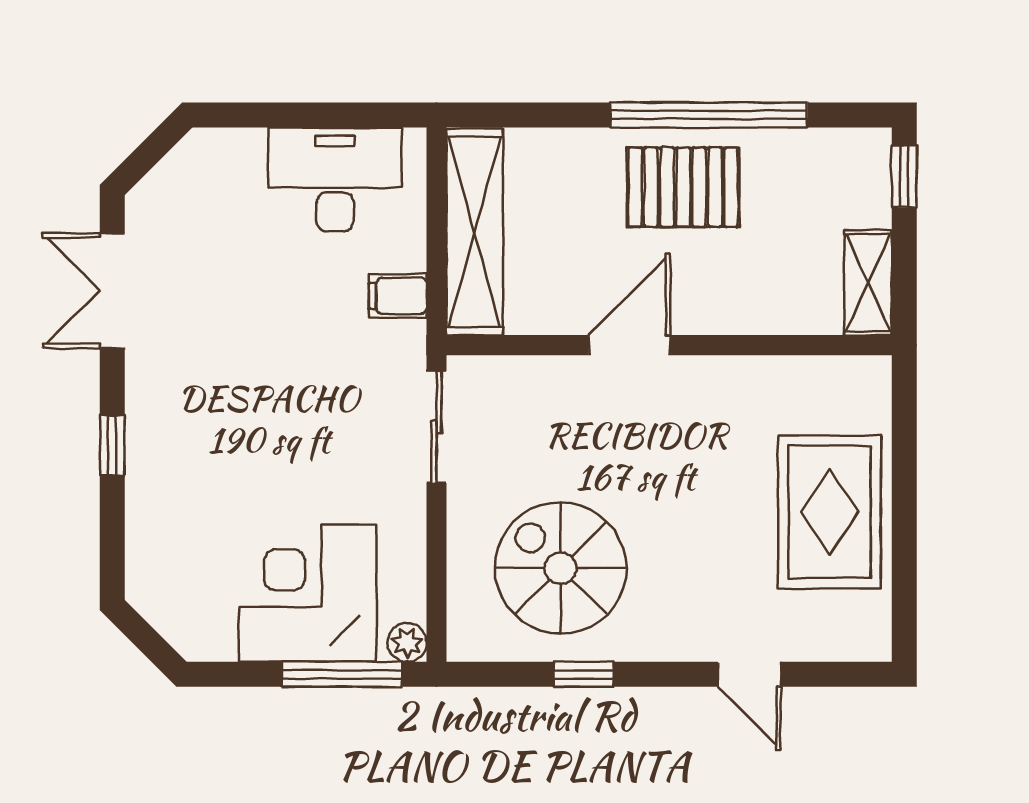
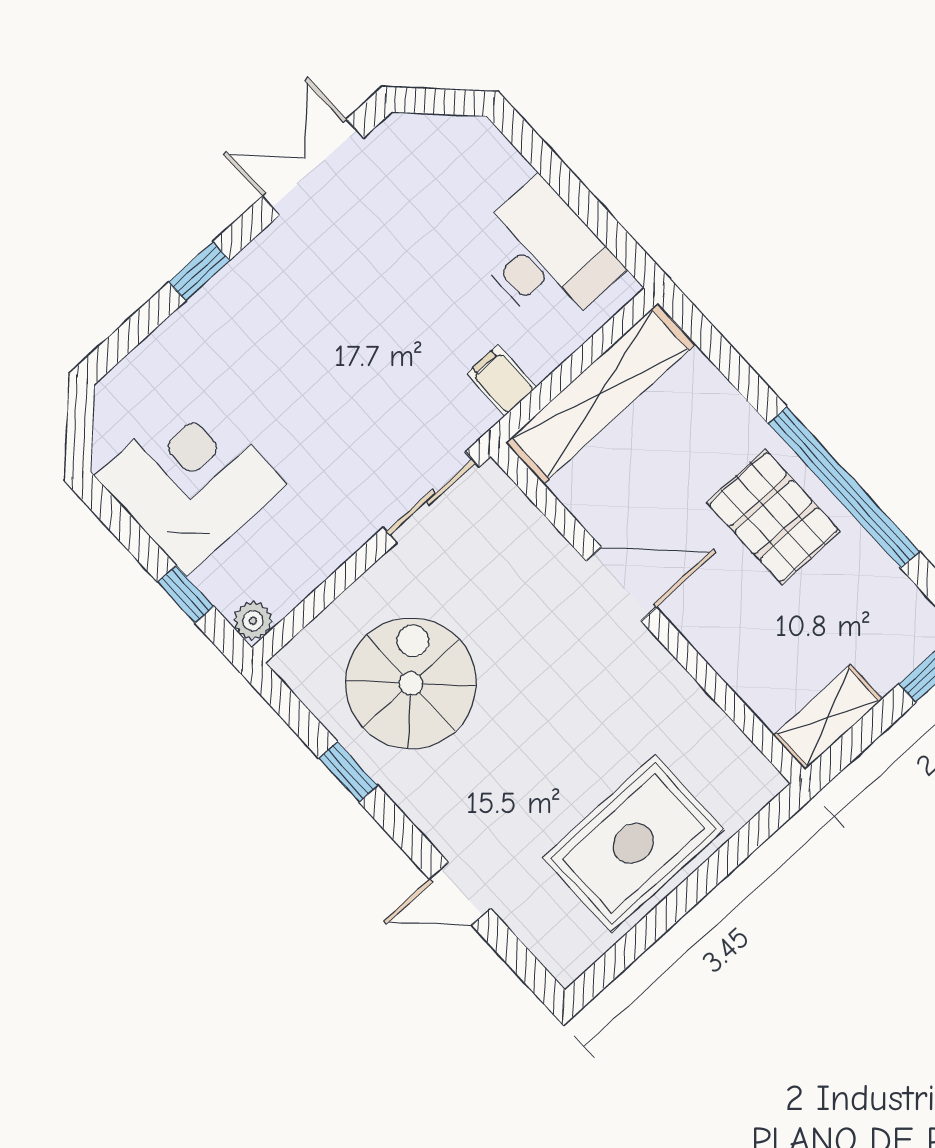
corner desk: (308, 593) -> (191, 480), moved
window: (342, 674) -> (186, 594), width x0.46
door: (749, 674) -> (460, 894), hinge flipped

